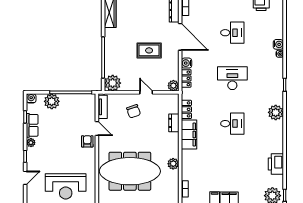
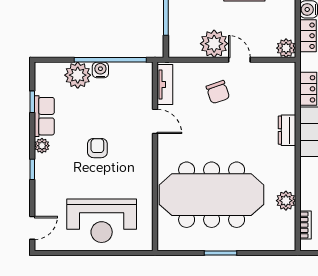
plant: (113, 83) -> (214, 44), moved
water cooler: (31, 98) -> (100, 70), moved
dresser: (174, 123) -> (287, 130), moved
armchair: (87, 141) -> (97, 148), moved
plant: (173, 164) -> (286, 201), moved
door: (25, 178) -> (32, 228), moved

